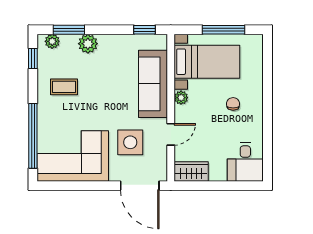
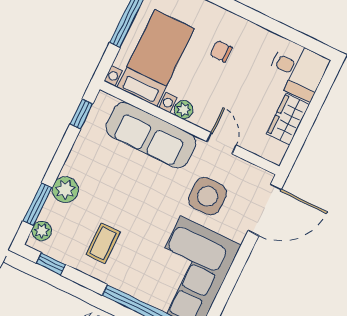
wardrobe: (191, 171) -> (288, 119), moved

